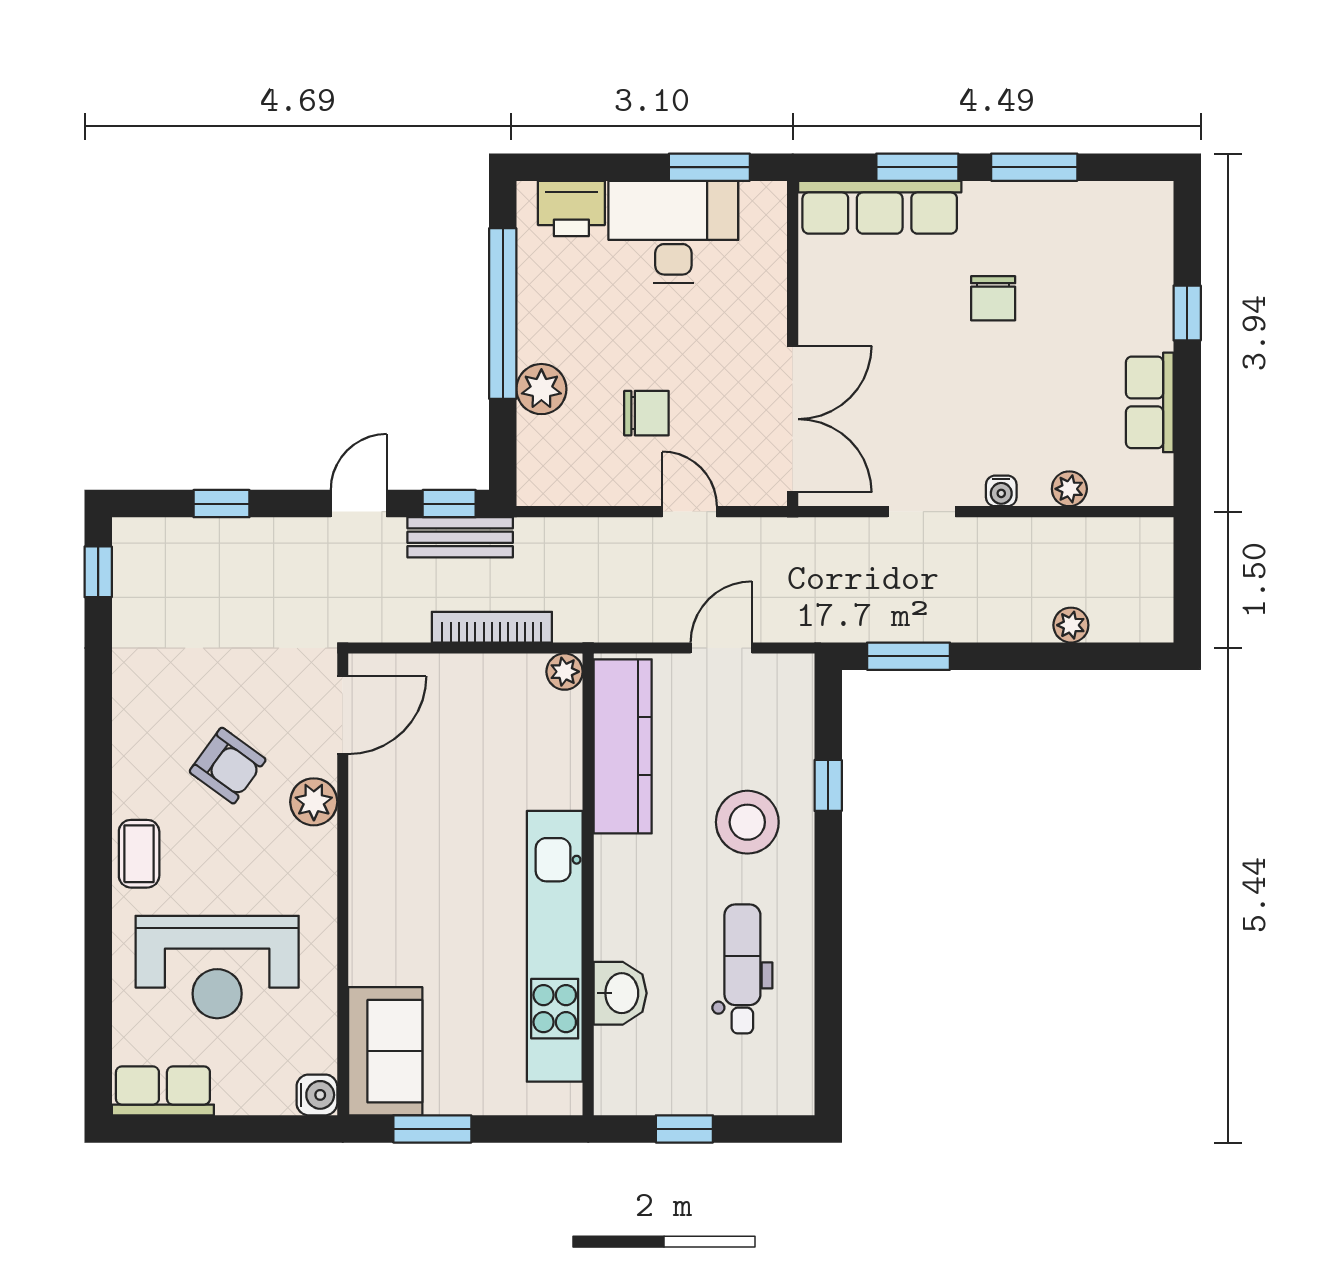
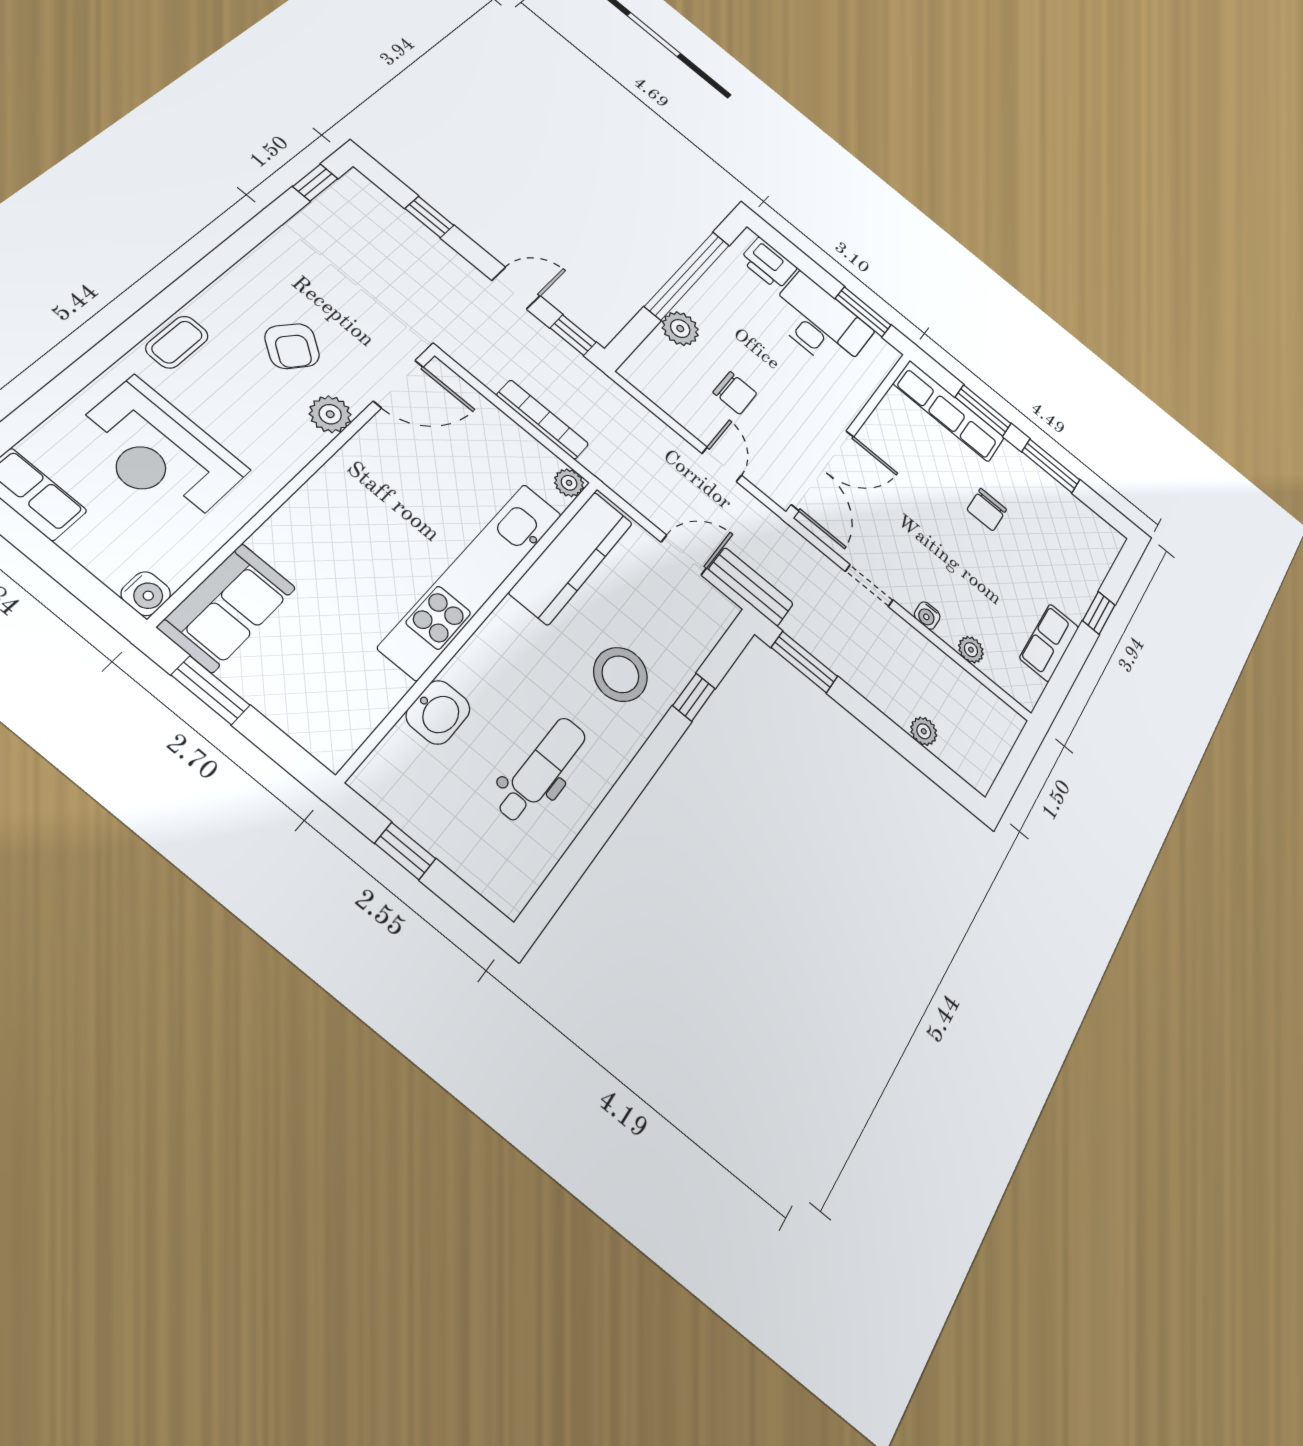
bench: (460, 537) -> (751, 587), moved
kitchen unit: (555, 946) -> (473, 579), moved

